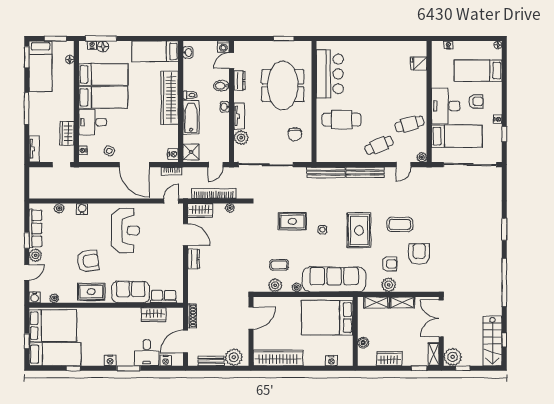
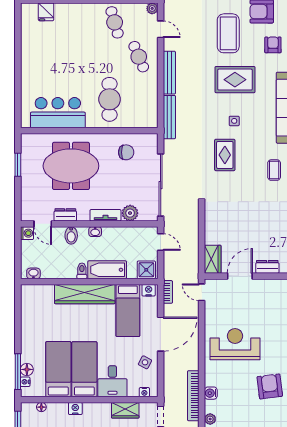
bed: (155, 51) -> (128, 311), moved
nightstand: (69, 89) -> (75, 409), added
bookcase: (214, 194) -> (193, 396), moved
plant: (230, 208) -> (210, 226), removed
coffee table: (400, 224) -> (228, 33), width x1.36, depth x1.32

